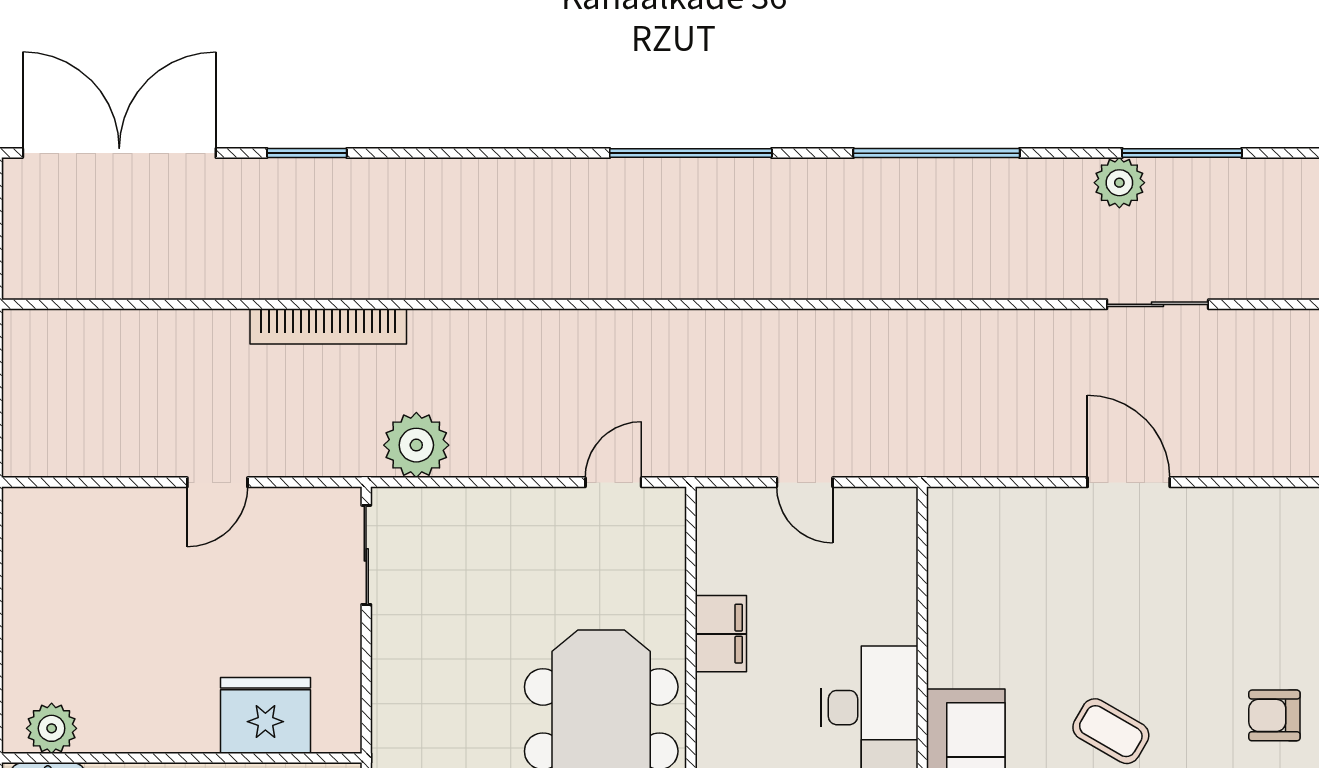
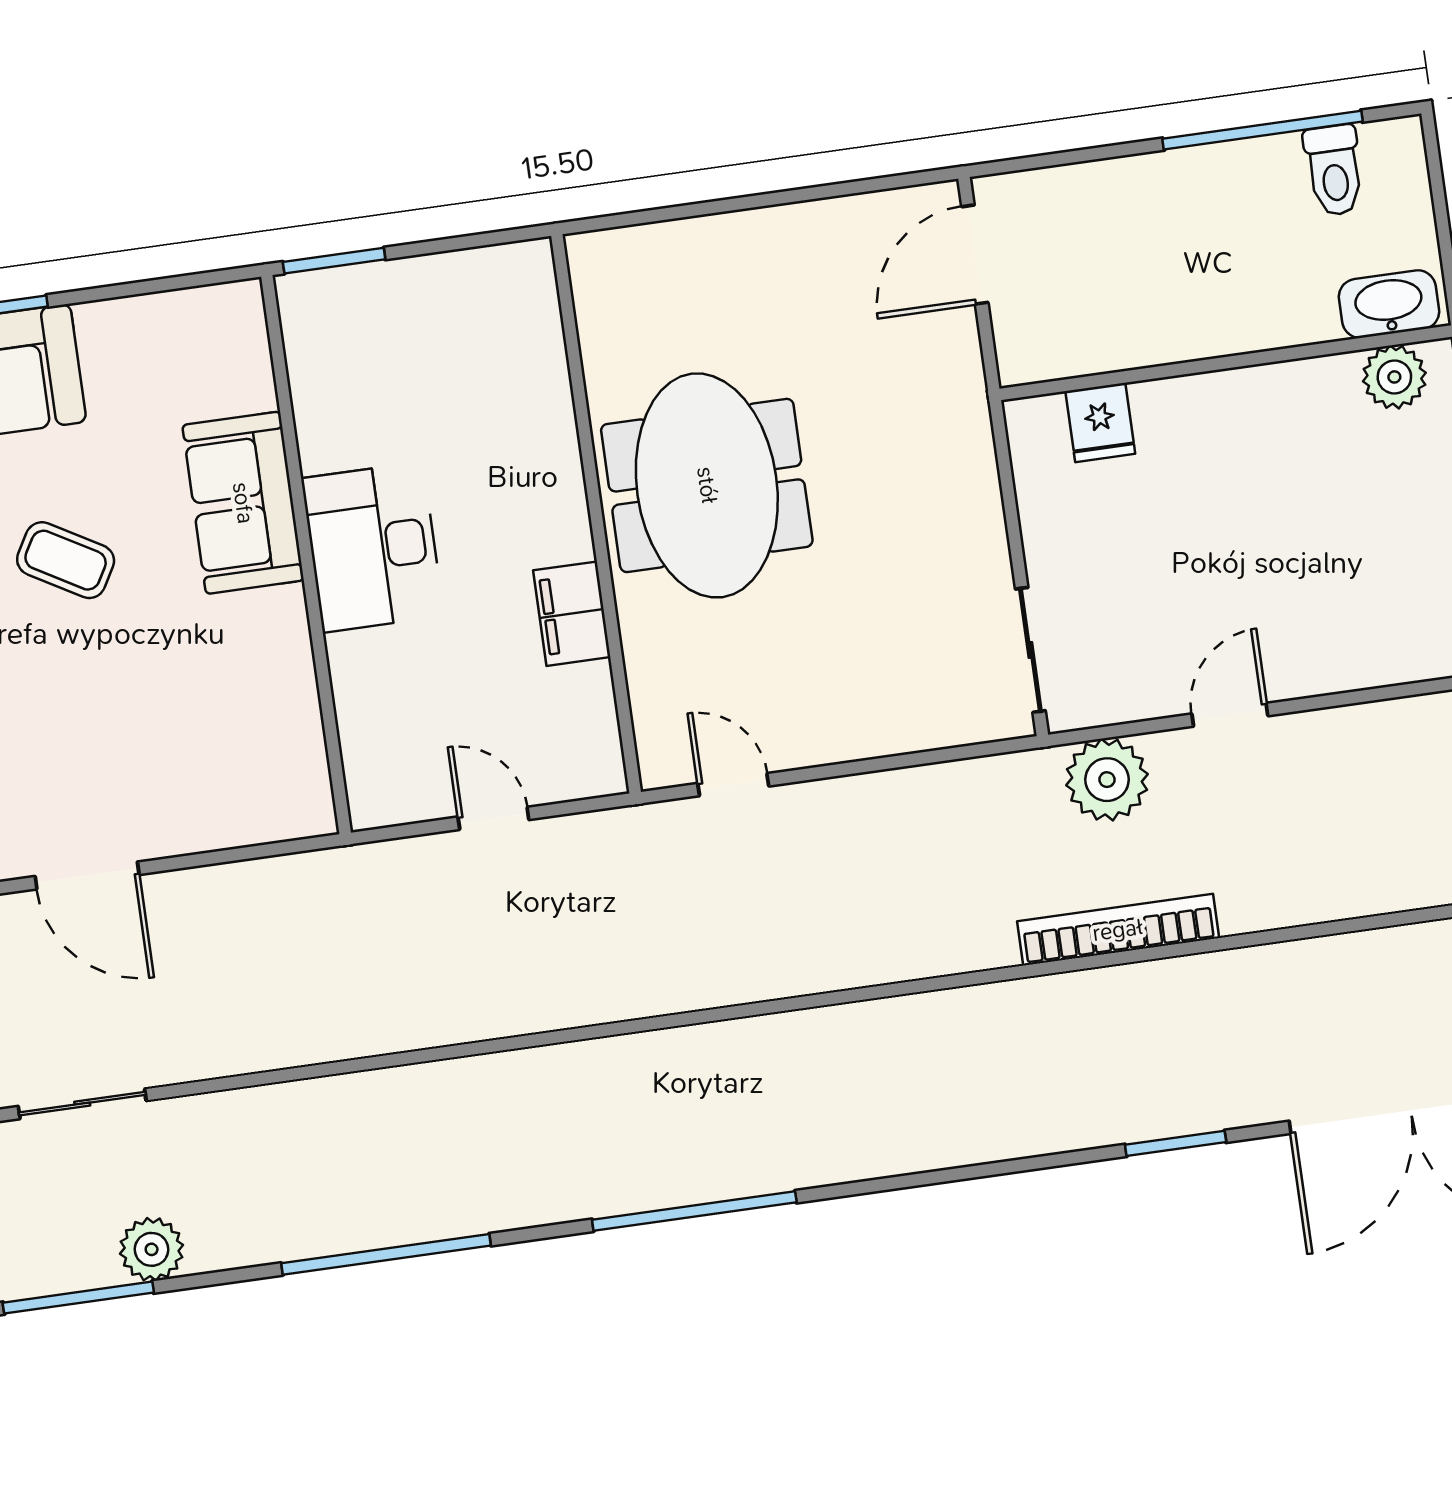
plant: (416, 445) -> (1107, 780), moved
door: (613, 482) -> (733, 785), swing flipped
fridge: (265, 715) -> (1100, 422), width x0.53, depth x0.75

